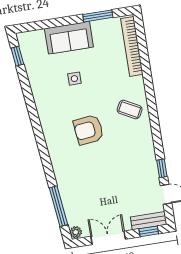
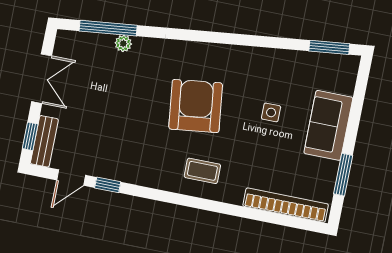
window: (17, 56) -> (329, 47), width x1.50
coffee table: (130, 110) -> (202, 171), turned 62
armchair: (89, 130) -> (196, 106), width x1.36, depth x1.36
plant: (76, 232) -> (123, 43), moved

